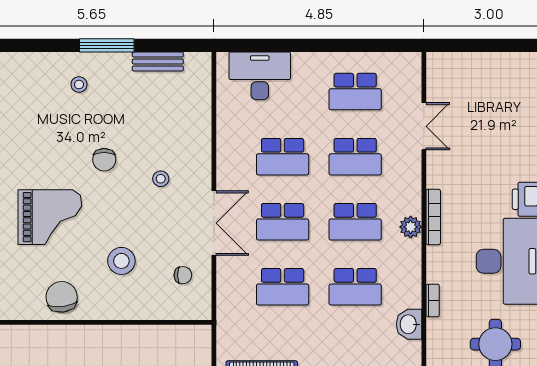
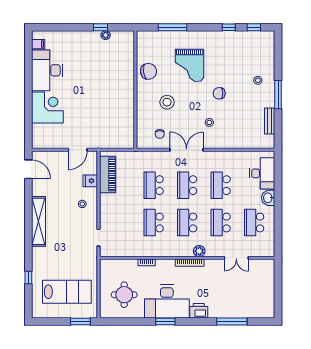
double door: (214, 223) -> (186, 150), swing flipped
plant: (411, 227) -> (199, 251), moved
washbasin: (409, 324) -> (268, 198), moved, turned -90

